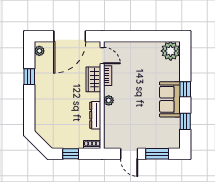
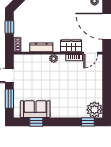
window: (185, 89) -> (88, 122), moved
sofa: (170, 99) -> (35, 109), moved

